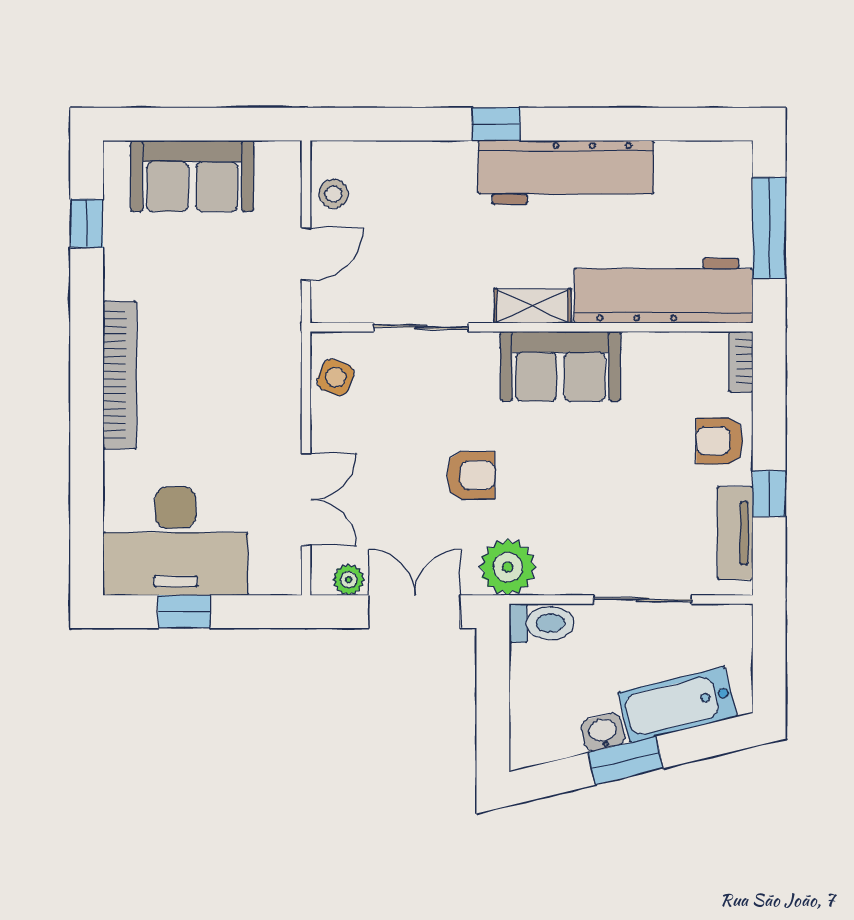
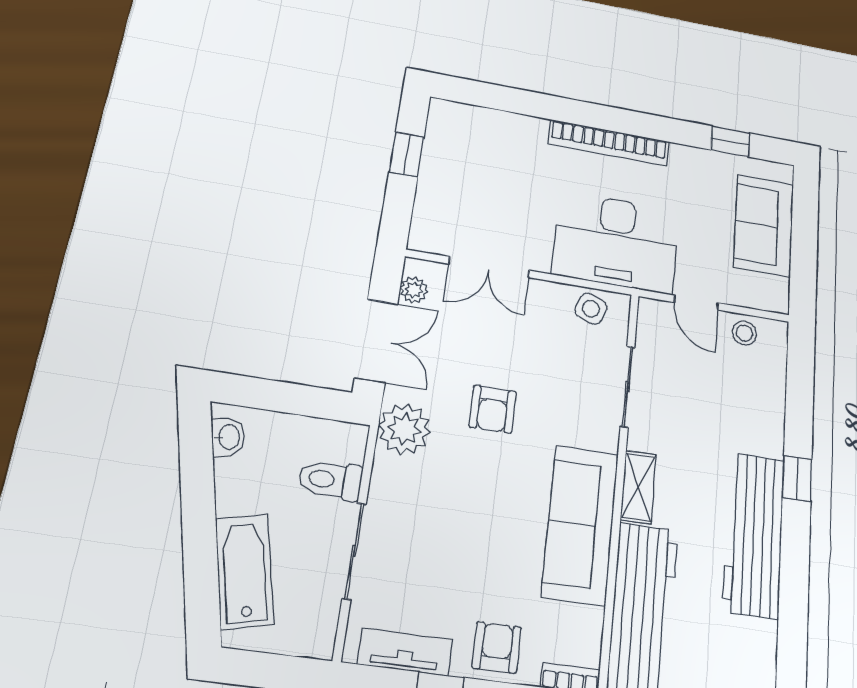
sofa: (560, 366) -> (580, 524), width x1.36
desk: (175, 541) -> (616, 242), moved, turned -90
toilet: (541, 623) -> (330, 480), moved, turned 90
washbasin: (603, 732) -> (228, 437), moved
window: (626, 761) -> (199, 513), removed

